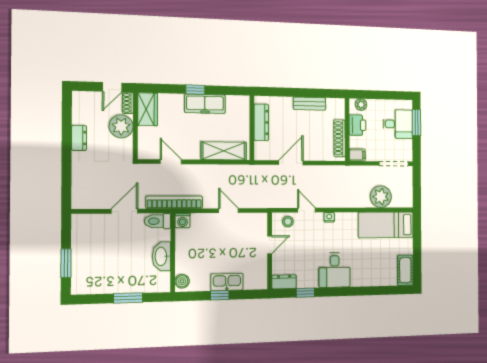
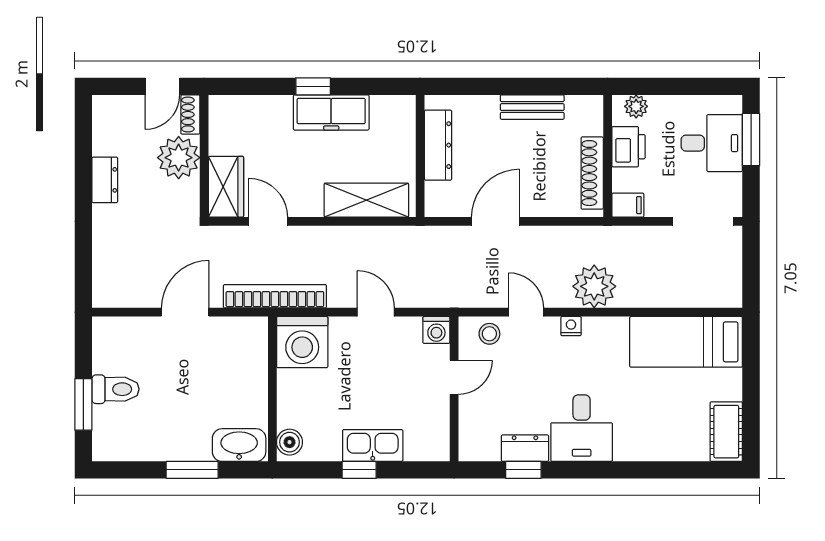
wardrobe: (148, 109) -> (226, 187), moved
plant: (381, 197) -> (594, 286), moved
washing machine: (260, 220) -> (436, 330), added
toilet: (157, 221) -> (116, 389), moved, turned 180
washing machine: (183, 221) -> (302, 342), width x1.89, depth x1.89
washbasin: (161, 256) -> (239, 445), moved, turned 90
dresser: (284, 282) -> (525, 448), moved

